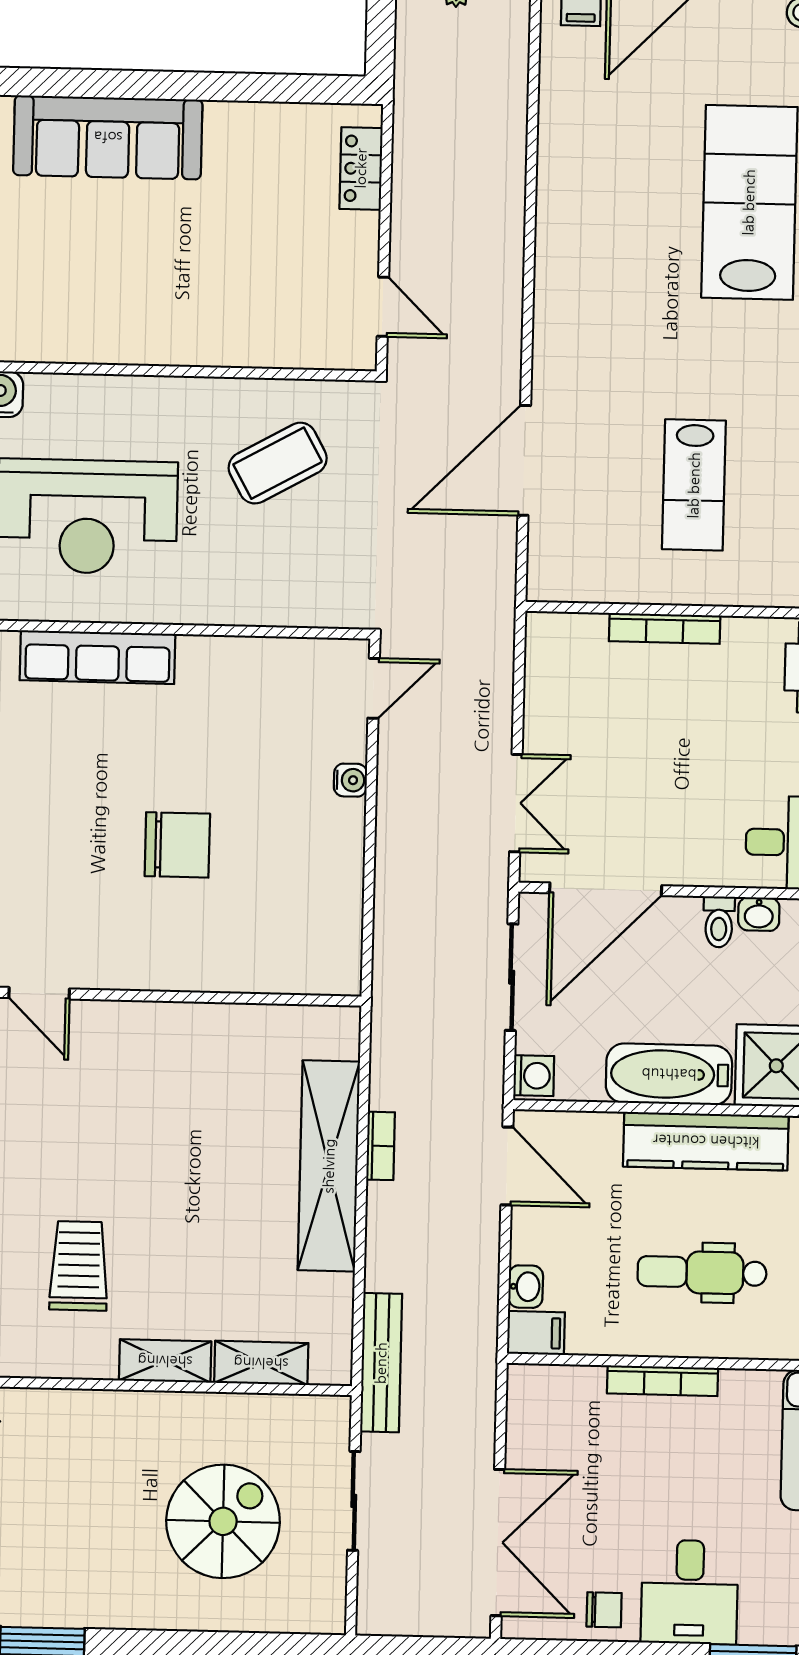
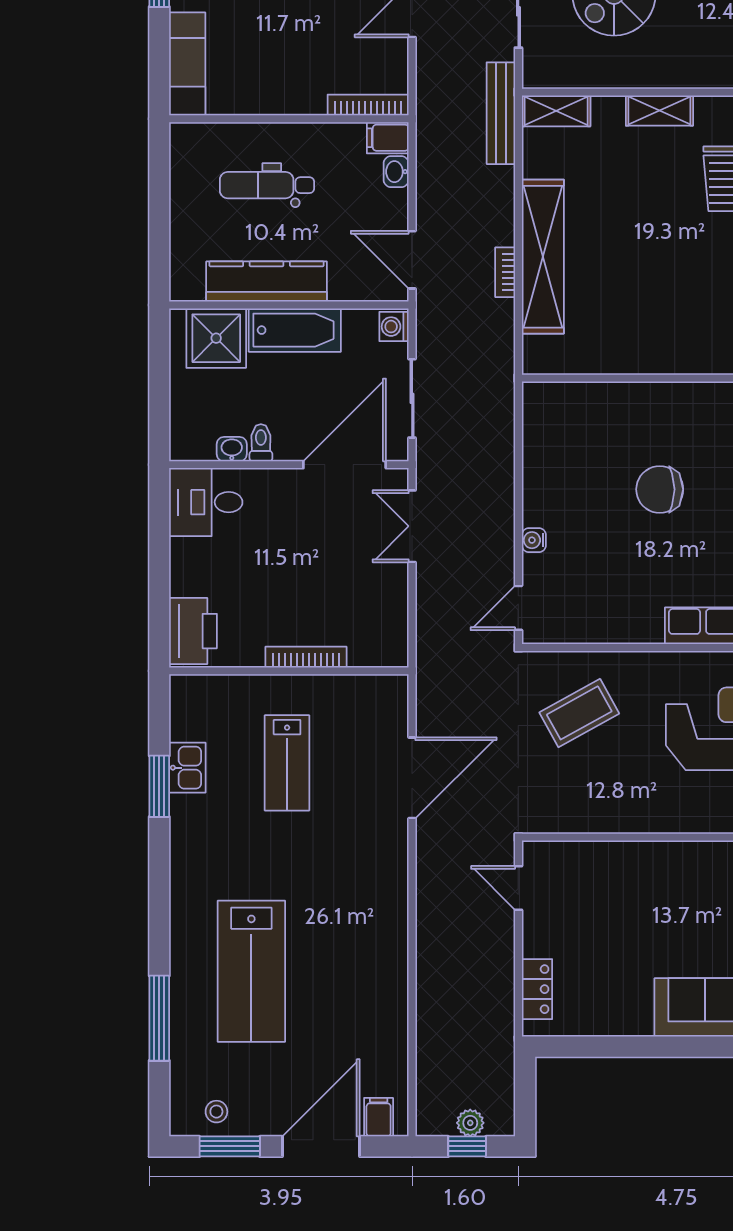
coffee table: (278, 463) -> (579, 713), moved
lab bench: (694, 485) -> (287, 763), turned 180
dental chair: (702, 1272) -> (267, 185), turned 180
shelving: (261, 1363) -> (556, 111), moved
bookcase: (663, 1381) -> (368, 105), moved

